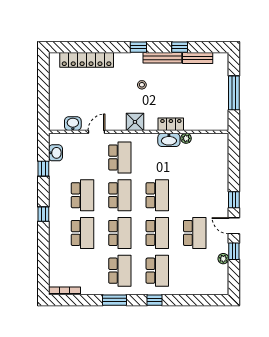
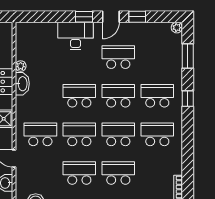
desk: (215, 191) -> (75, 36), added
plant: (223, 259) -> (177, 28), moved
window: (115, 300) -> (188, 56), moved

